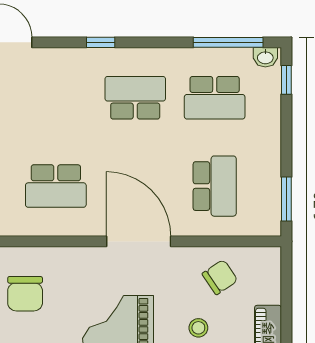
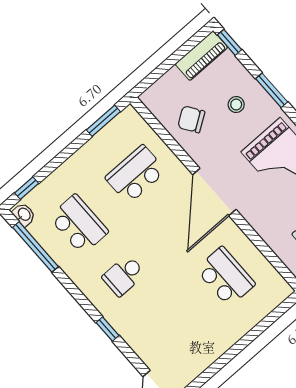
school desk: (135, 98) -> (124, 275), width x0.54

